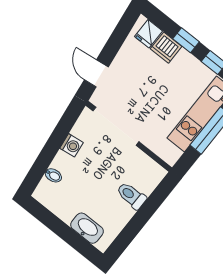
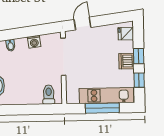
dishwasher: (166, 48) -> (126, 61), moved
toilet: (131, 196) -> (49, 94), moved

